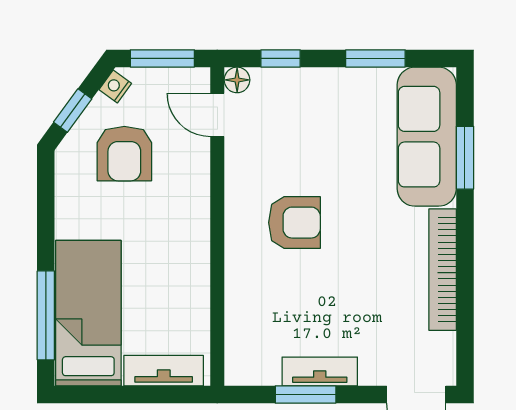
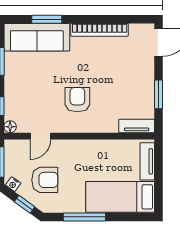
door: (217, 115) -> (40, 136), moved
window: (46, 315) -> (84, 217), moved
tv unit: (320, 371) -> (137, 126), moved, turned 90

